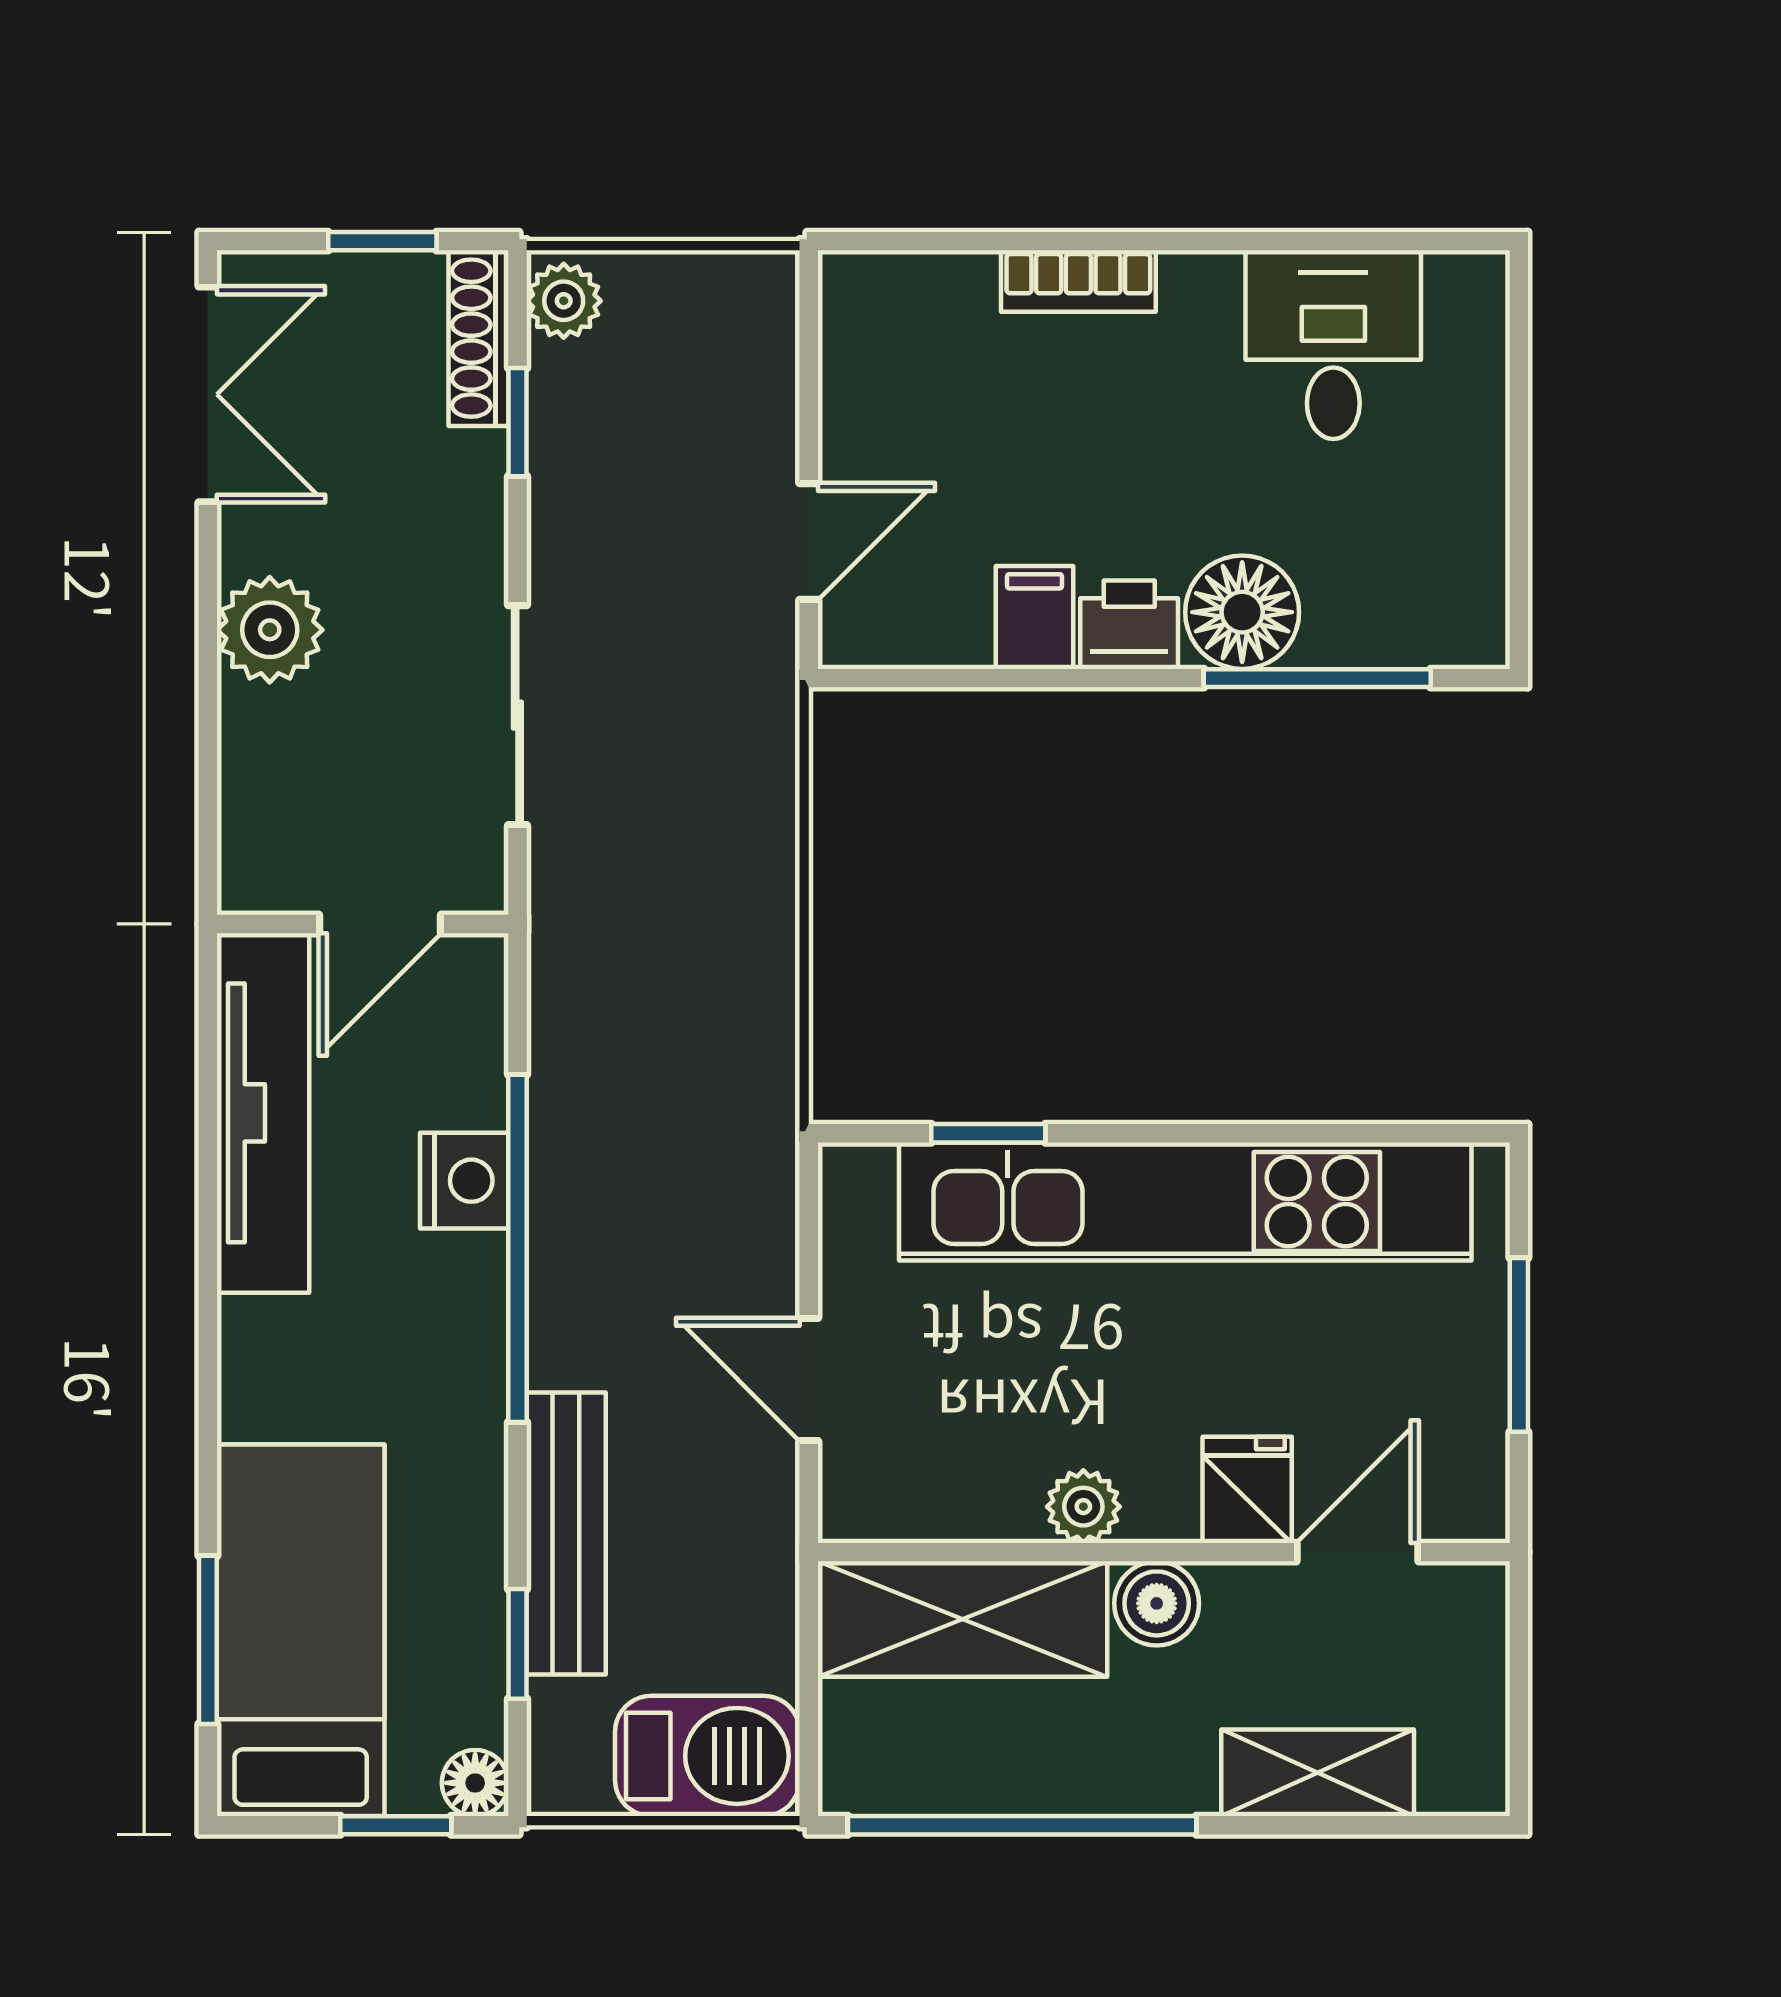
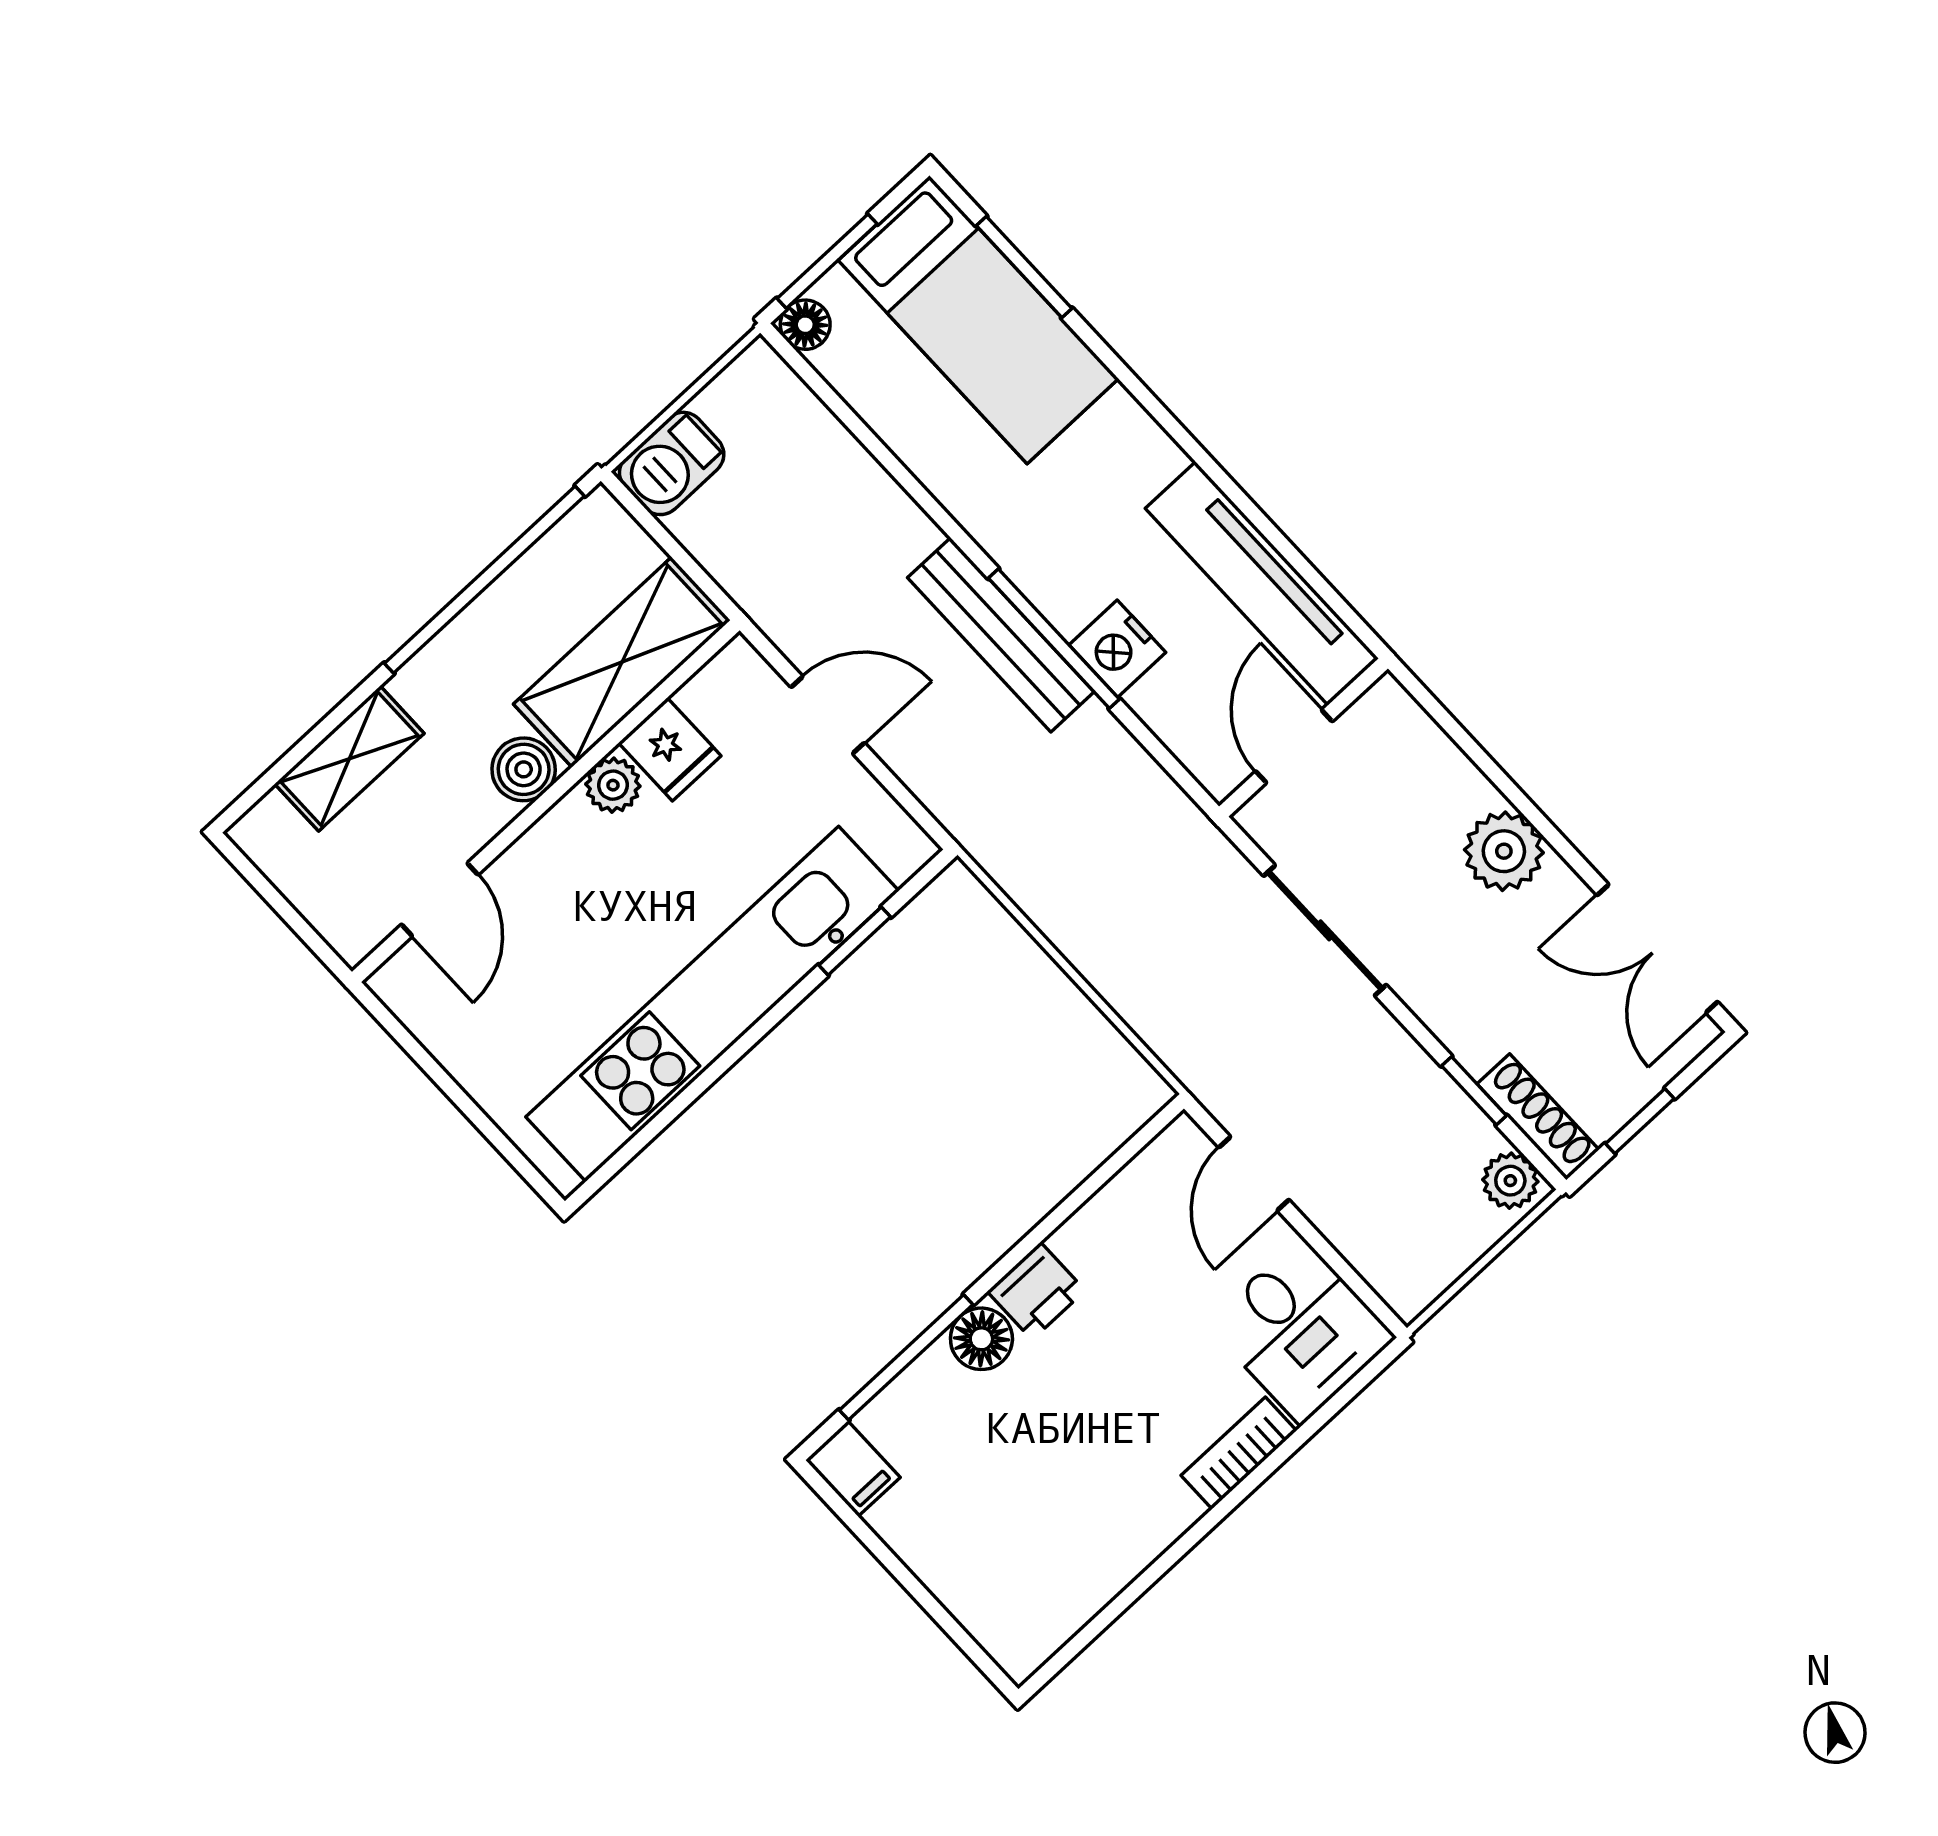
desk: (1333, 345) -> (1301, 1331), moved
floor lamp: (1242, 612) -> (981, 1339), width x0.73, depth x0.73
filing cabinet: (1034, 617) -> (853, 1469), moved
window: (517, 1248) -> (1054, 639), width x0.68
window: (1519, 1345) -> (457, 1095), removed
fridge: (1247, 1490) -> (670, 749), moved
bench: (566, 1534) -> (1001, 635), moved
window: (517, 1644) -> (853, 422), removed
barbecue: (707, 1756) -> (672, 463), width x0.73, depth x0.79
window: (396, 1825) -> (827, 261), width x1.50

